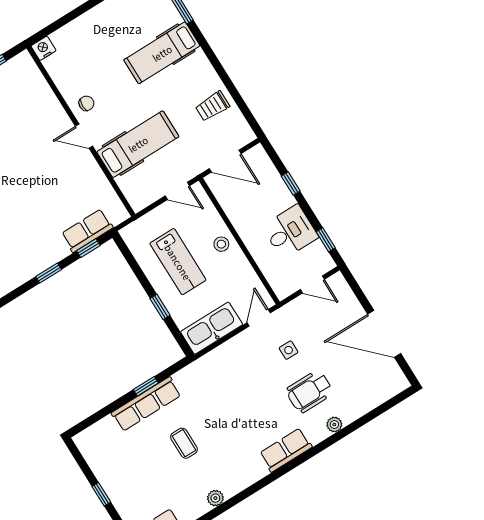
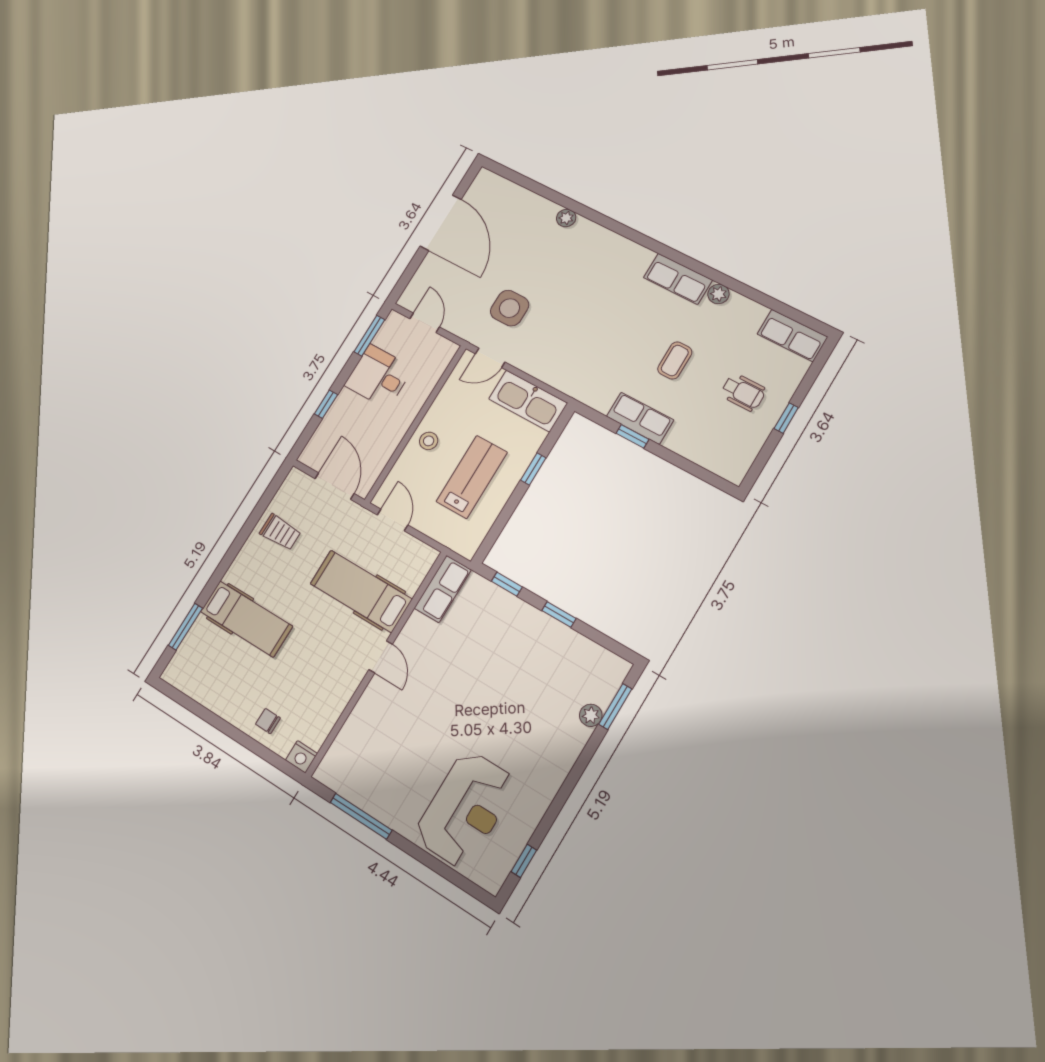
chair: (86, 103) -> (268, 721), moved
row of seats: (87, 231) -> (443, 589), moved, turned -90
window: (326, 240) -> (369, 336), width x1.50
side table: (289, 350) -> (510, 308), width x1.87, depth x1.87
wheelchair: (310, 391) -> (743, 392), moved, width x0.73, depth x0.73
row of seats: (146, 404) -> (640, 418), width x0.68
row of seats: (286, 450) -> (678, 279), moved

